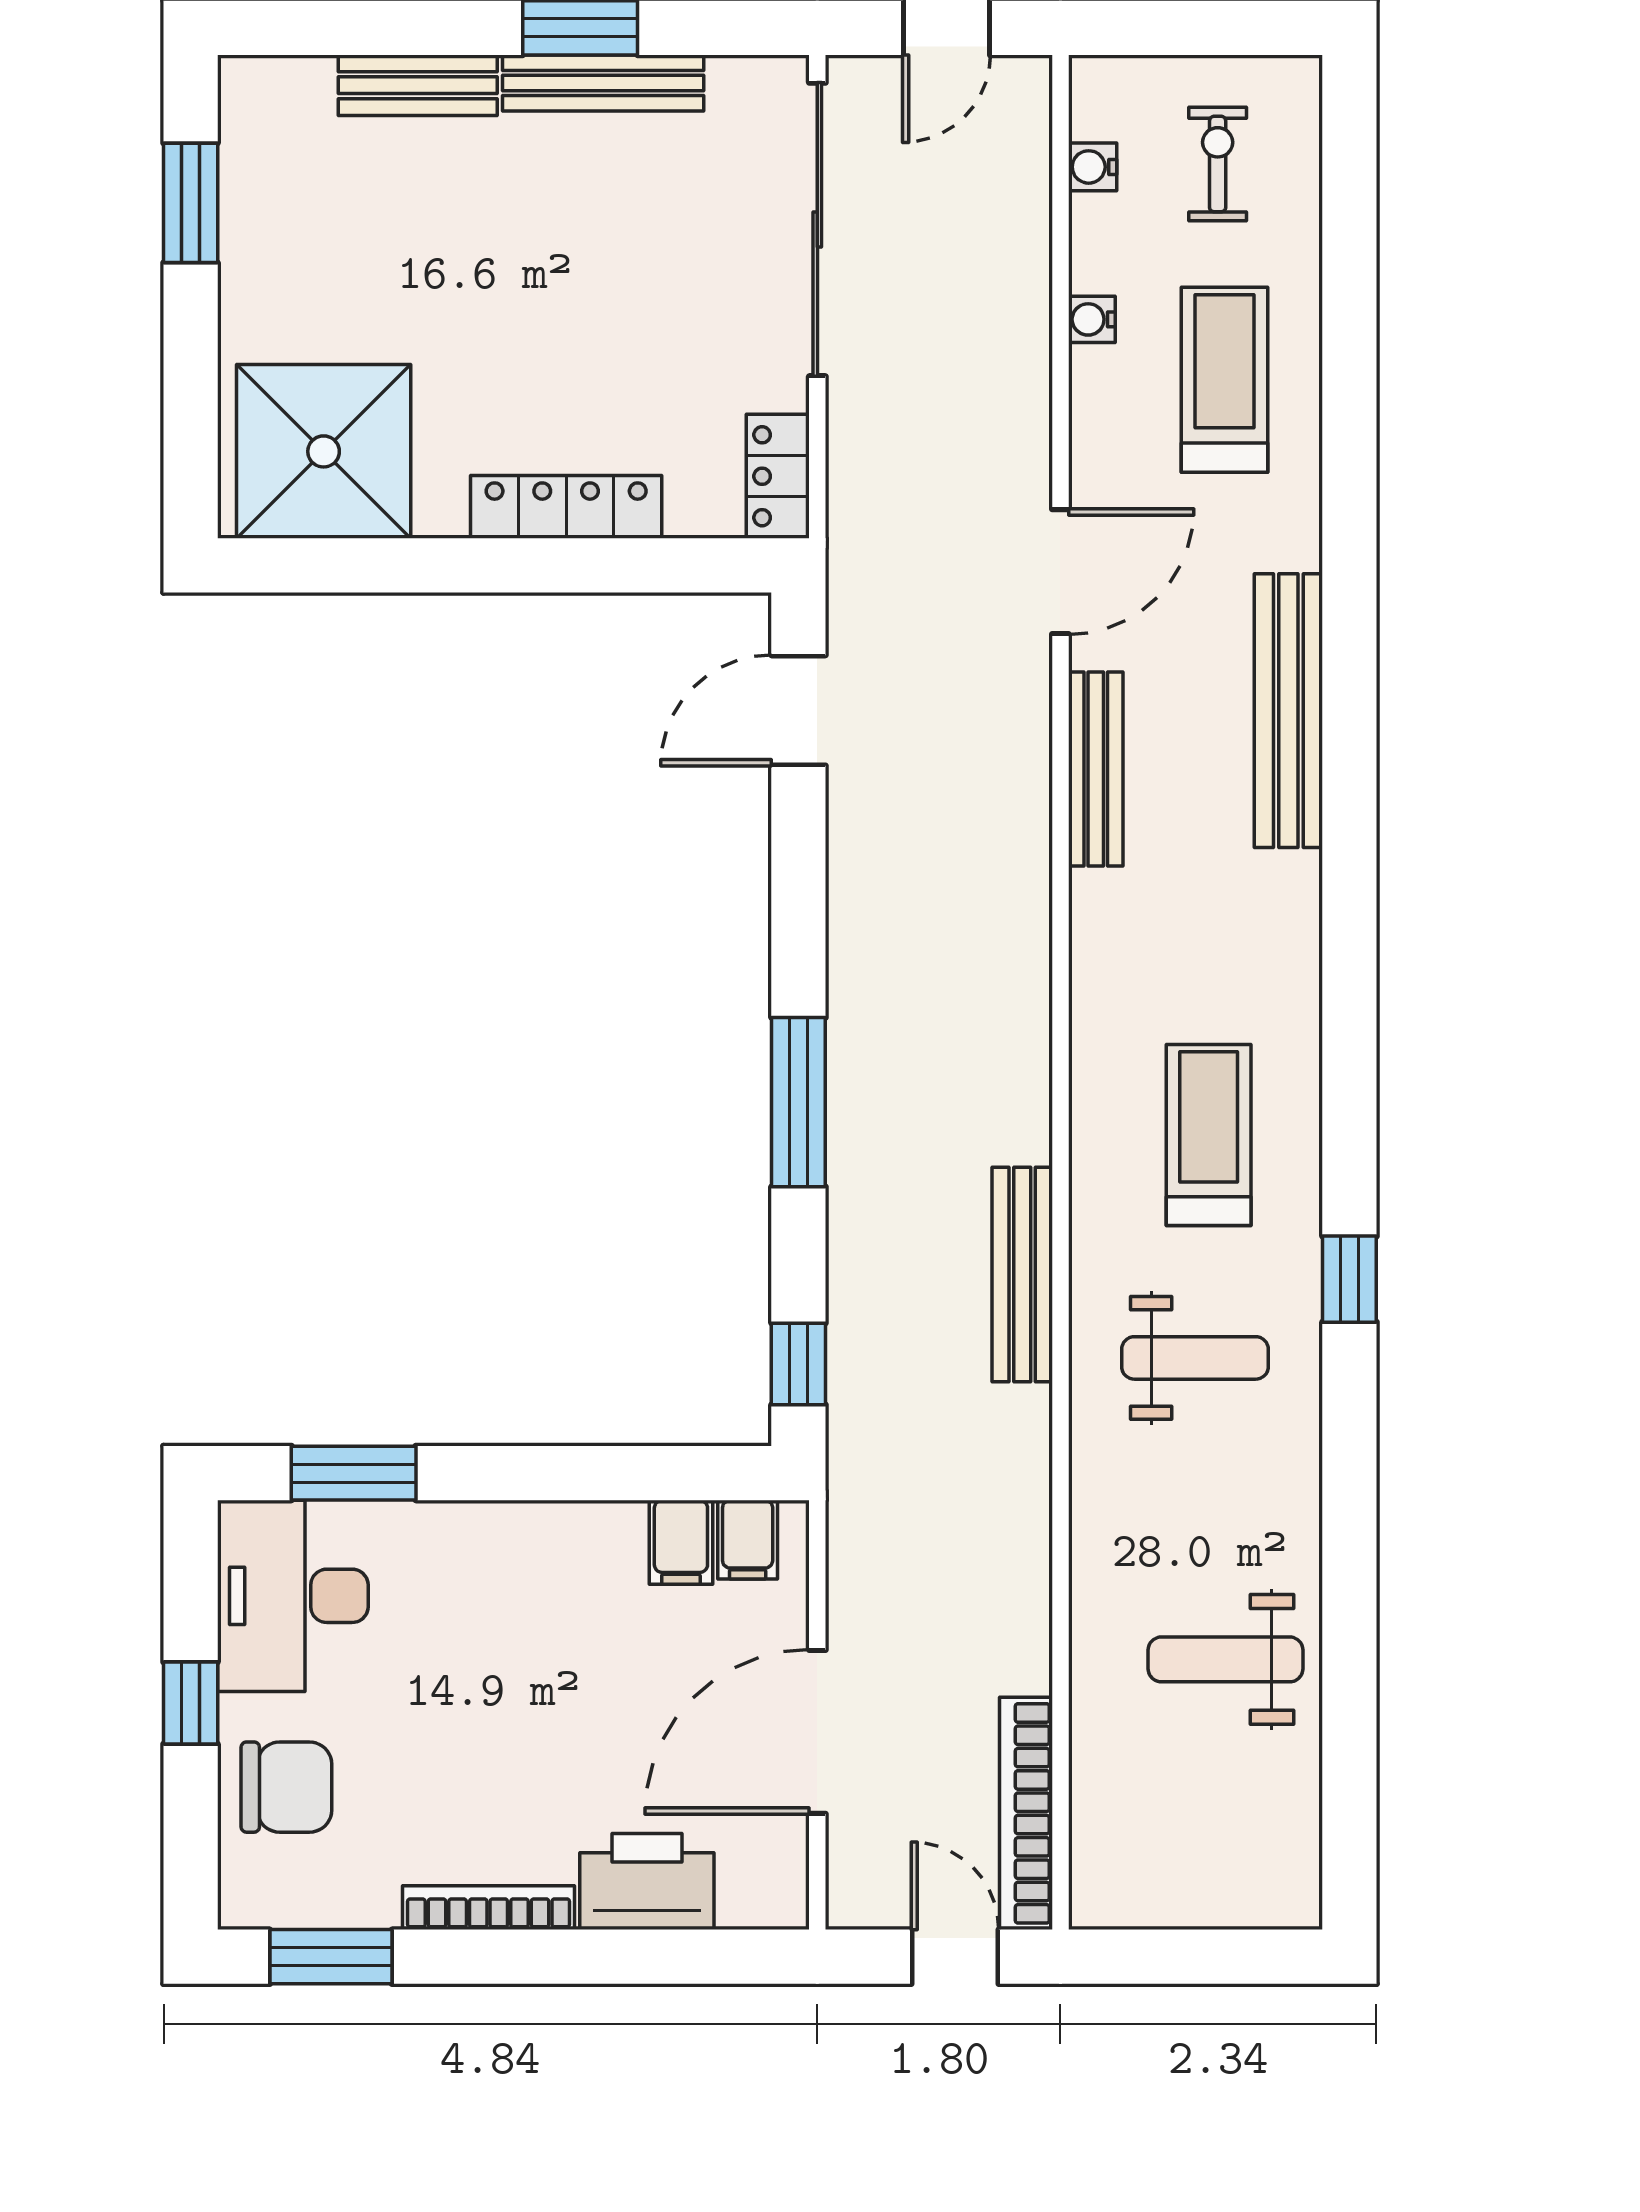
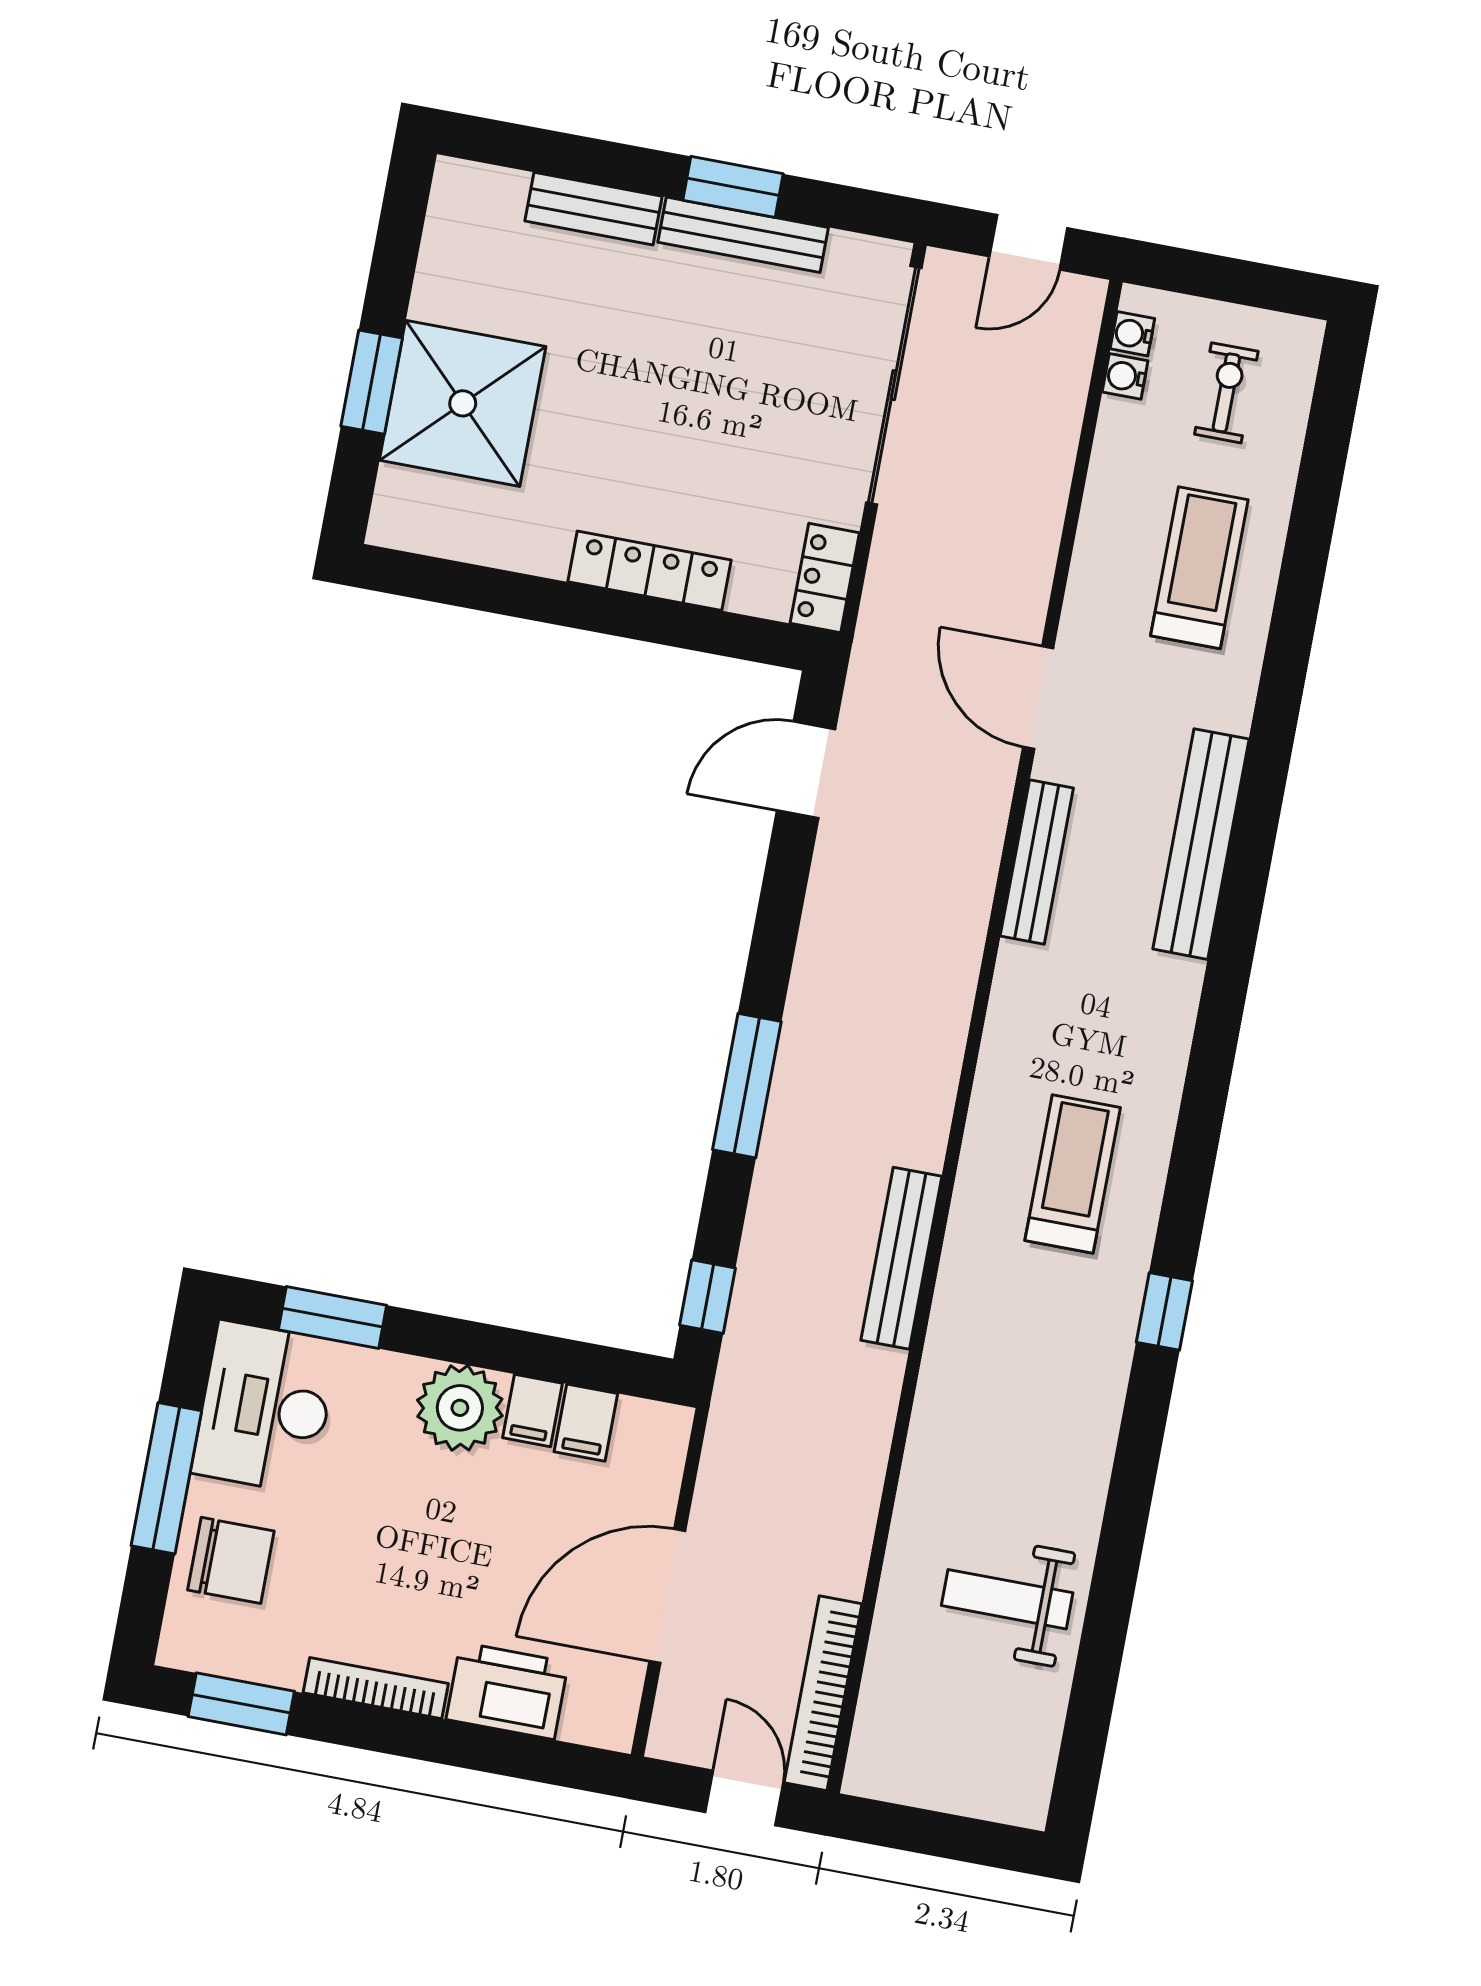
window: (191, 203) -> (372, 382), moved
water cooler: (1092, 319) -> (1132, 334), moved
shower: (324, 451) -> (463, 403), moved
door: (1060, 572) -> (1038, 698), swing flipped
weight bench: (1195, 1358) -> (1028, 1352), removed
filing cabinet: (748, 1540) -> (533, 1411), moved
plant: (527, 1553) -> (460, 1408), added
window: (191, 1703) -> (166, 1478), width x2.17

